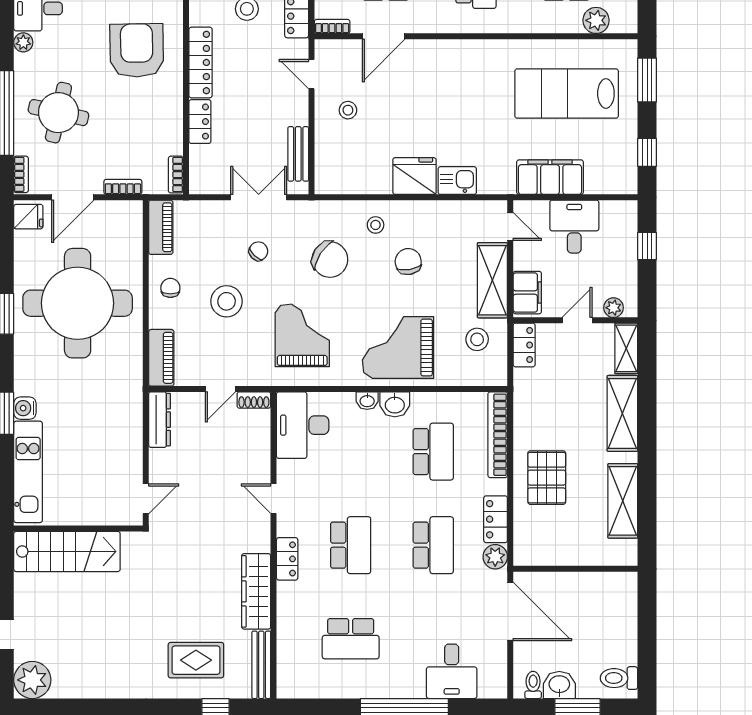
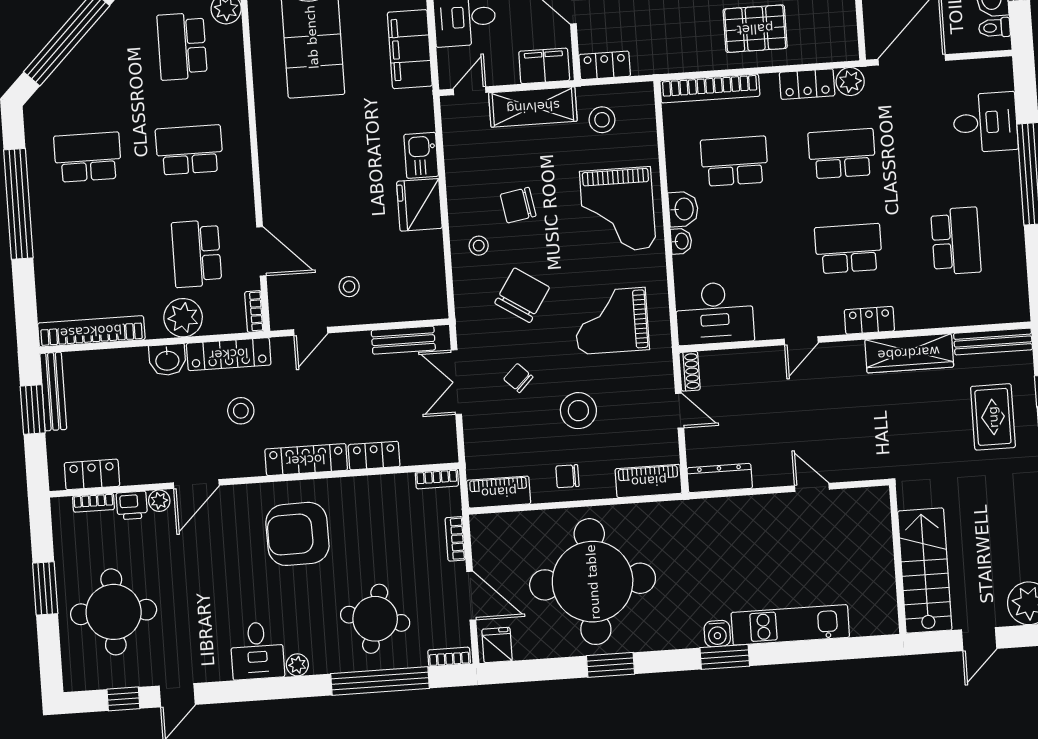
wall: (78, 529) -> (898, 559), moved
stairs: (67, 551) -> (925, 571), moved

